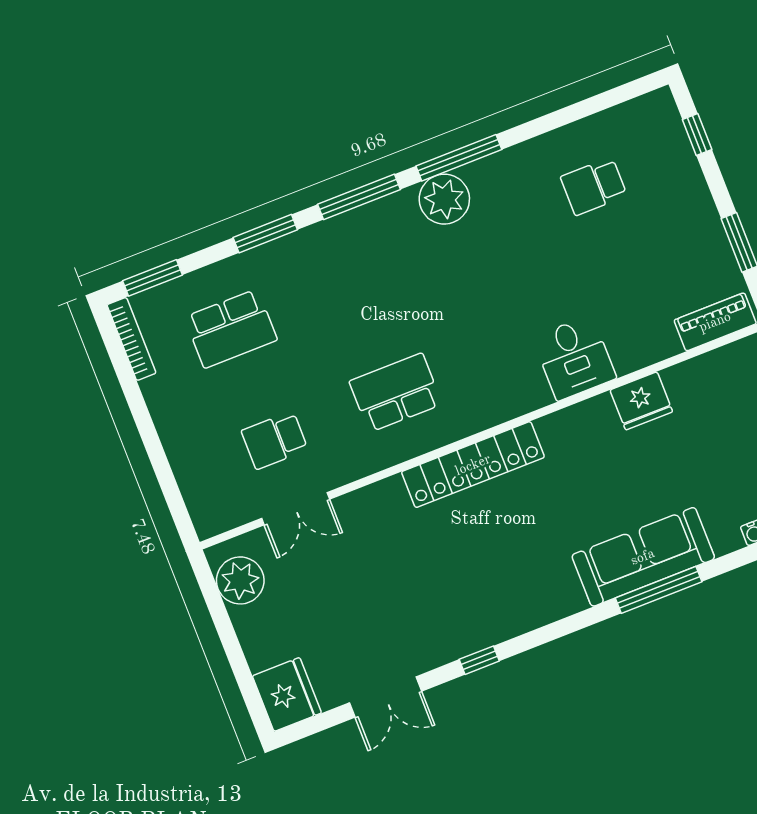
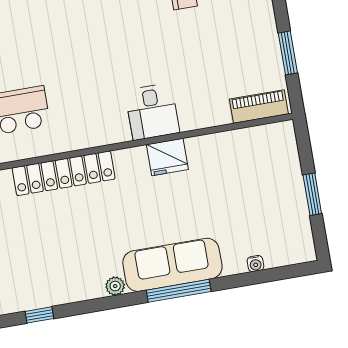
fridge: (641, 401) -> (167, 157), moved
plant: (573, 601) -> (115, 286), added

